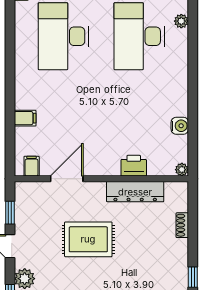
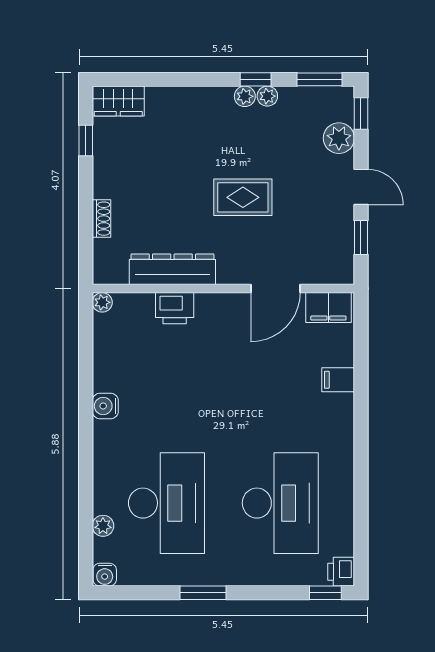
water cooler: (180, 126) -> (105, 406), moved
filing cabinet: (32, 166) -> (328, 308), width x2.00
rug: (88, 239) -> (243, 197), width x0.73, depth x0.70

